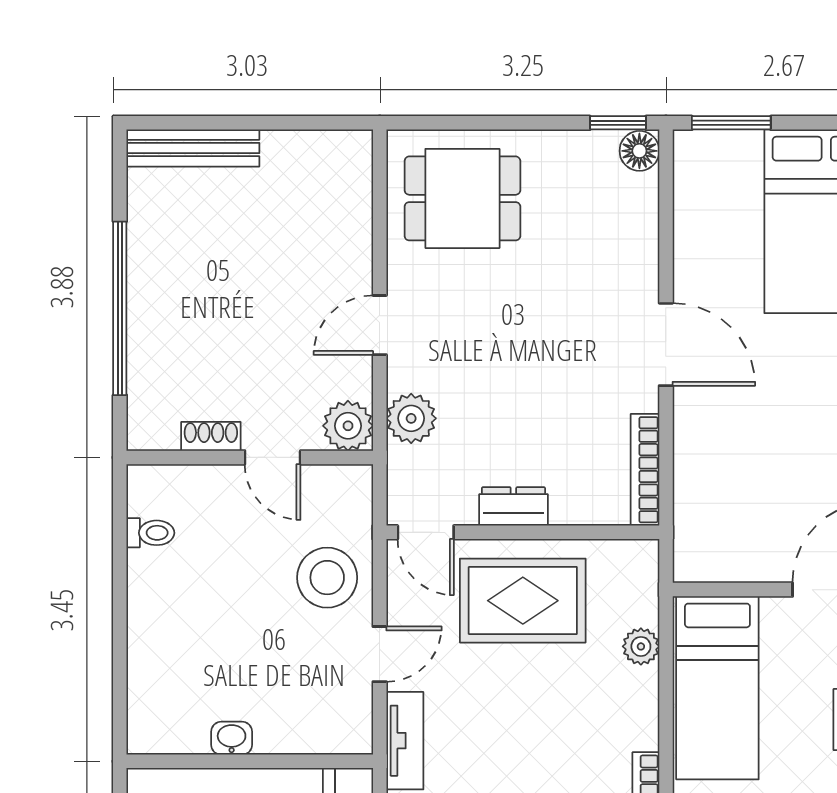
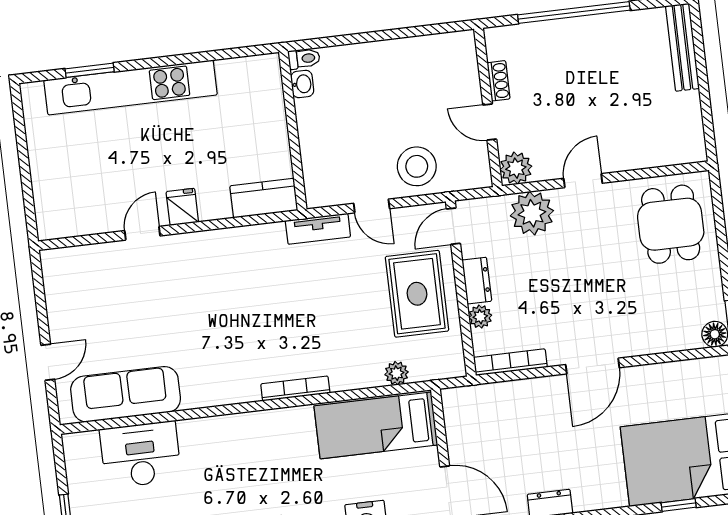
door: (380, 325) -> (583, 181), hinge flipped
plant: (411, 418) -> (532, 213), width x1.36, depth x1.36
door: (273, 457) -> (490, 122), hinge flipped
plant: (569, 508) -> (480, 317), added
toilet: (150, 533) -> (304, 59), moved, turned -90
washbasin: (232, 738) -> (302, 84), moved

